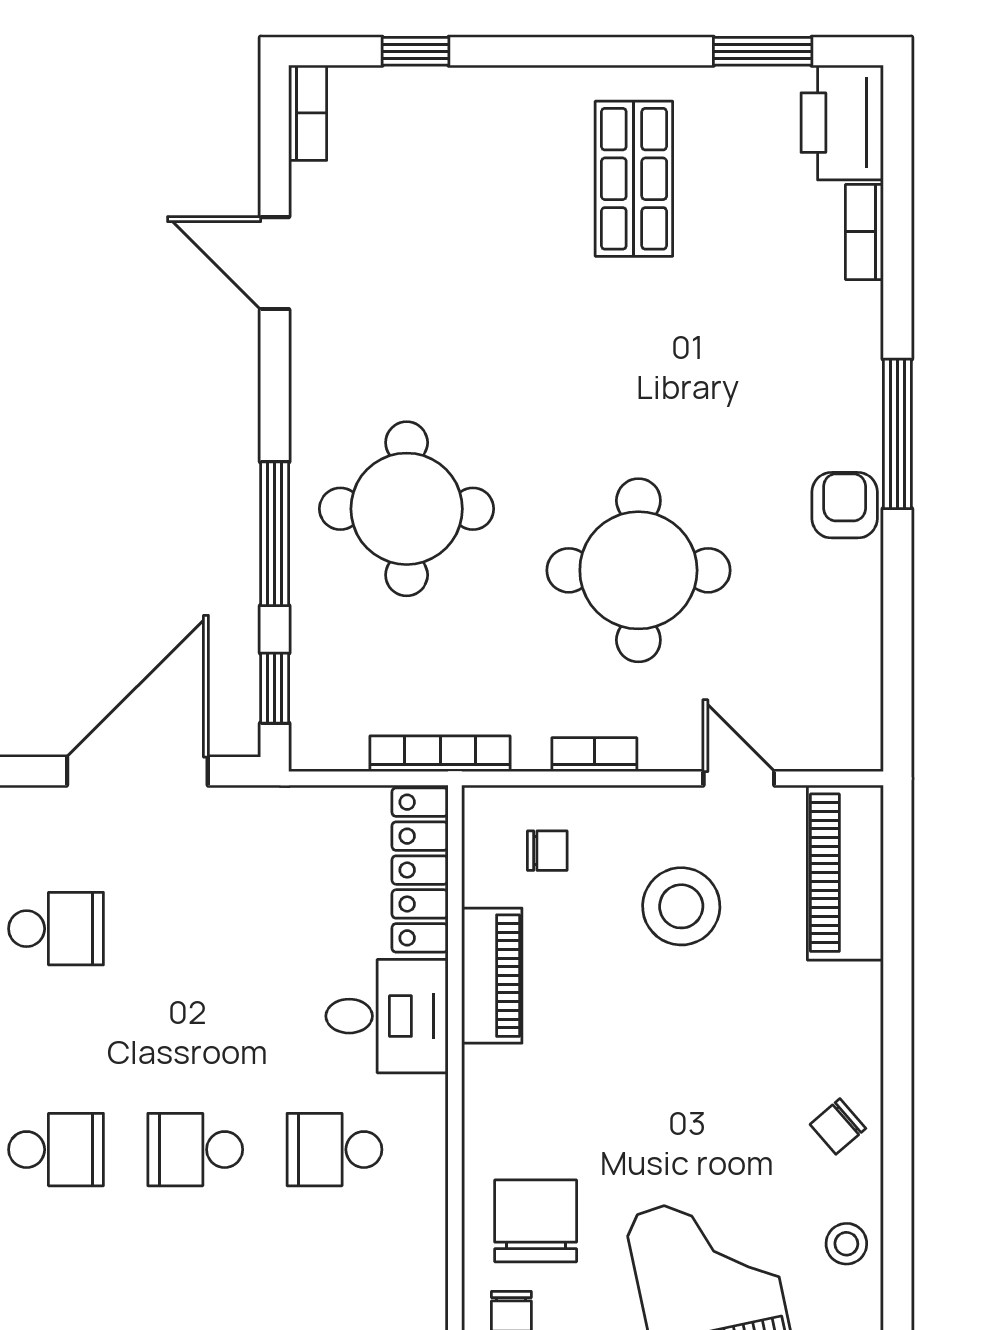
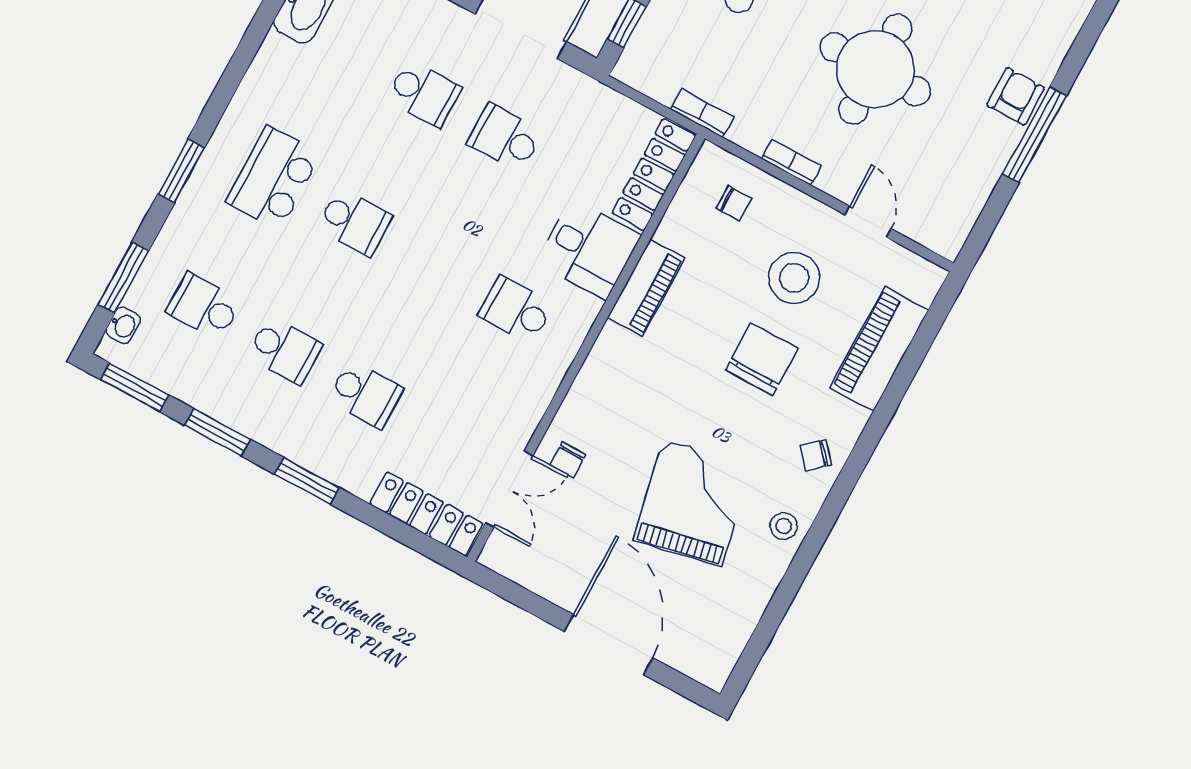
window: (897, 434) -> (1034, 135), moved
bookcase: (440, 754) -> (702, 113), width x0.64
piano: (845, 873) -> (879, 349), moved
piano: (492, 976) -> (646, 288), moved
school desk: (195, 1150) -> (505, 138), moved
chair: (536, 1221) -> (762, 359), moved

